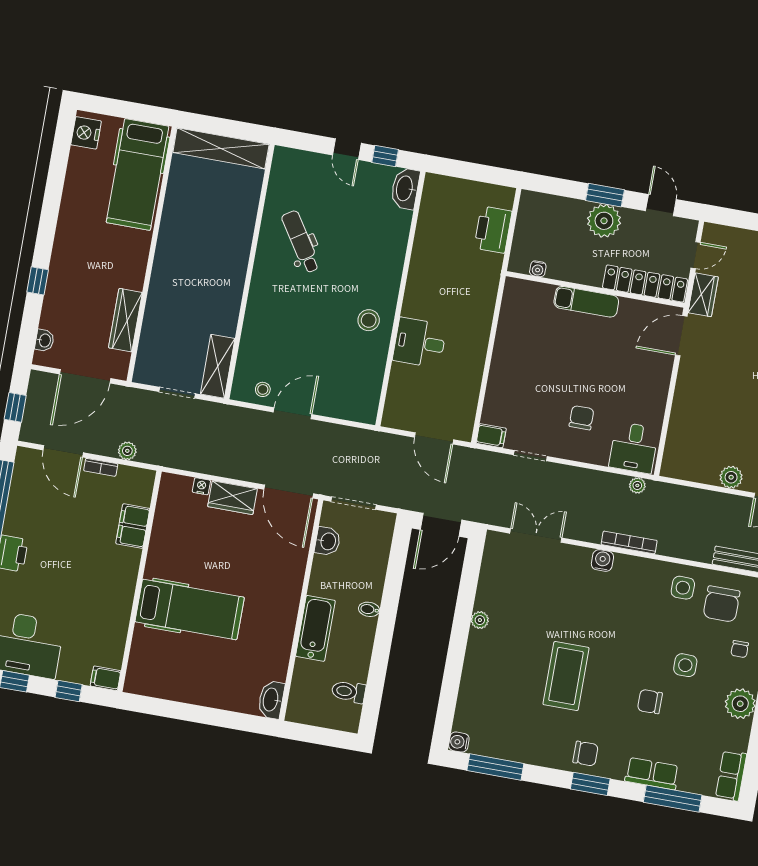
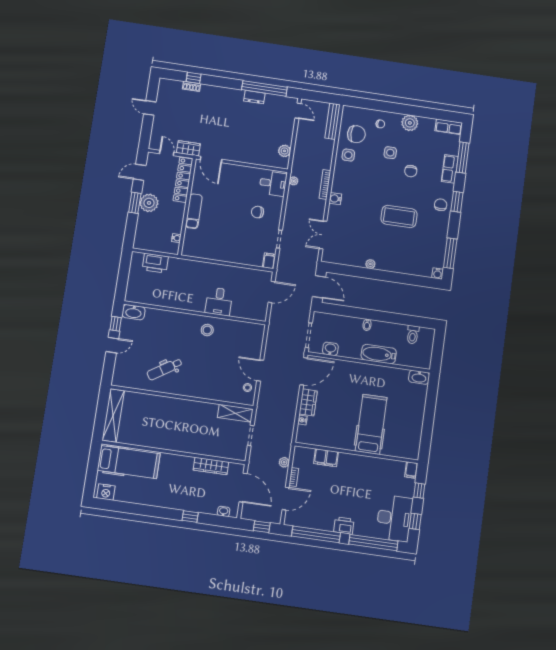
plant: (731, 477) -> (284, 151), moved

